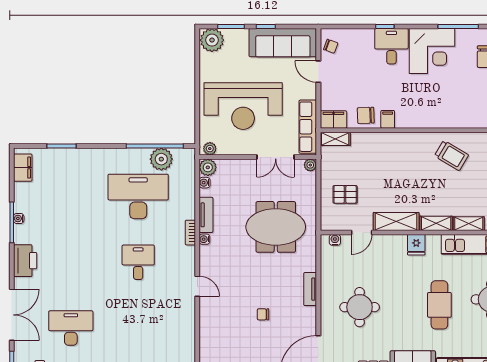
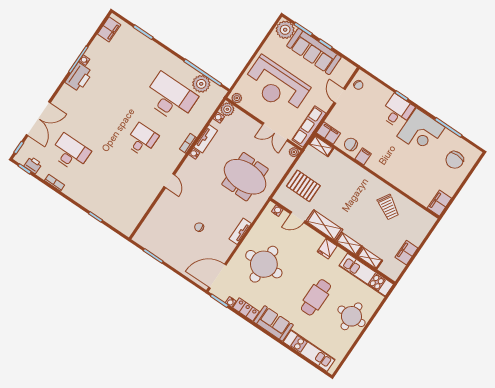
sofa: (283, 43) -> (314, 52), moved
pallet: (345, 194) -> (303, 186), width x1.50, depth x1.42
printer: (25, 261) -> (79, 77), moved
round table: (360, 307) -> (264, 264), width x1.36, depth x1.36

